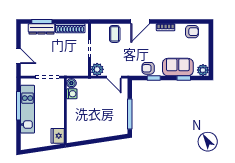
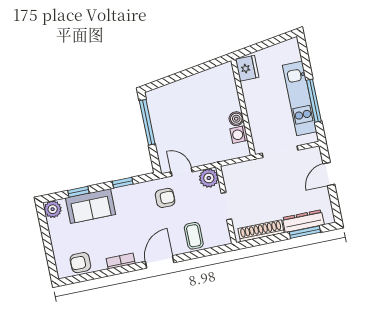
door: (19, 56) -> (329, 174), hinge flipped
armchair: (148, 68) -> (165, 198), moved
boiler: (71, 83) -> (236, 119), moved

